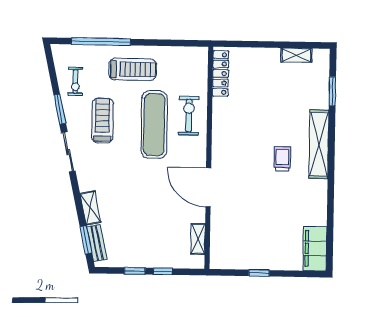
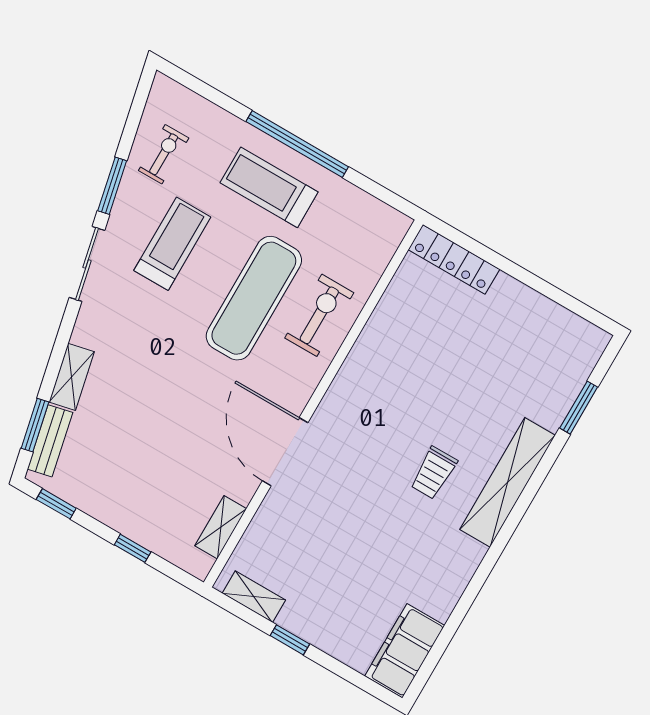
window: (101, 42) -> (297, 144), moved
shelving: (296, 55) -> (254, 597), moved
treadmill: (133, 69) -> (269, 187), turned 180
locker: (221, 73) -> (454, 259), moved, turned 90
exercise bike: (75, 81) -> (164, 154), turned 180
trolley: (282, 159) -> (434, 473), turned 180
window: (135, 271) -> (56, 504), moved

